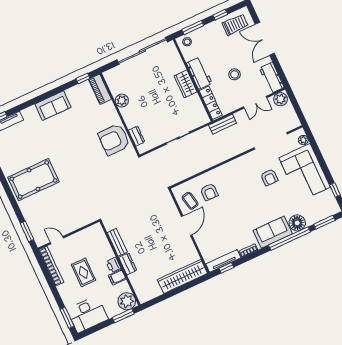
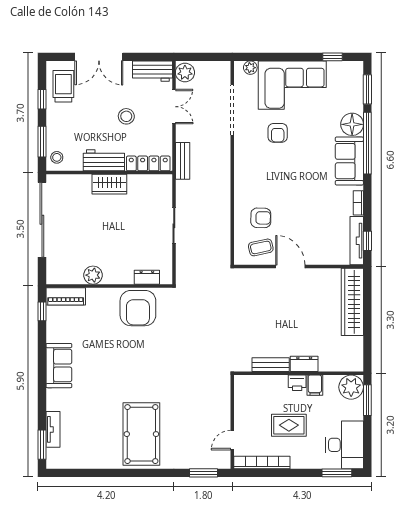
armchair: (269, 177) -> (278, 133), turned 90

